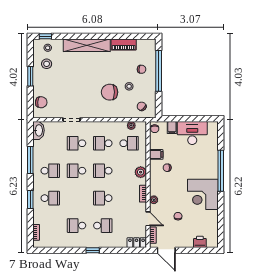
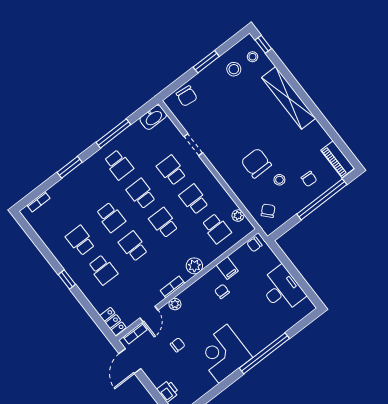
piano: (124, 45) -> (338, 159), moved
filing cabinet: (172, 127) -> (271, 262), removed
school desk: (50, 198) -> (111, 217), moved

